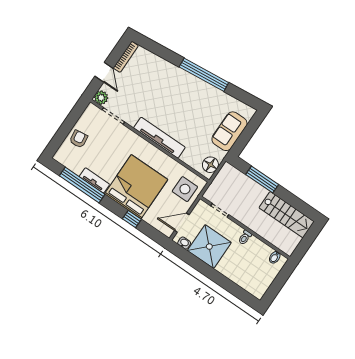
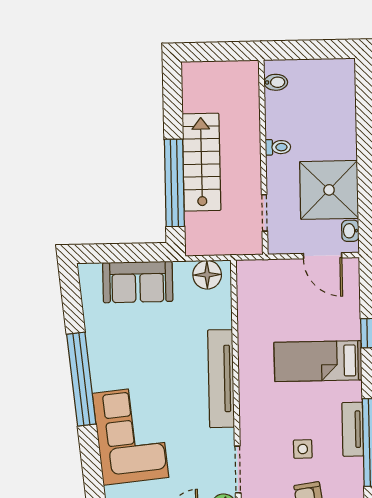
corner sofa: (163, 79) -> (131, 435), added
window: (262, 180) -> (174, 183), width x1.46
bed: (136, 187) -> (318, 361), width x0.49
side table: (185, 189) -> (303, 449), moved, width x0.54, depth x0.54
stairs: (287, 215) -> (201, 162), moved

